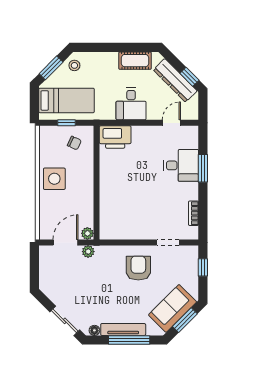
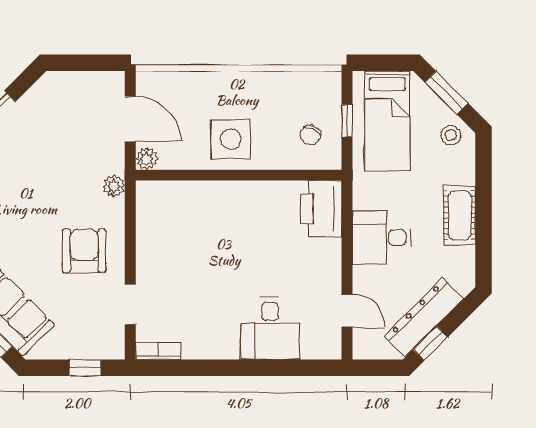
cot: (135, 61) -> (460, 215), moved
window: (203, 168) -> (265, 368), removed
side table: (54, 179) -> (231, 139), moved
bookcase: (194, 213) -> (158, 351), moved
plant: (88, 252) -> (114, 186), moved
armchair: (138, 268) -> (84, 251), turned -90

